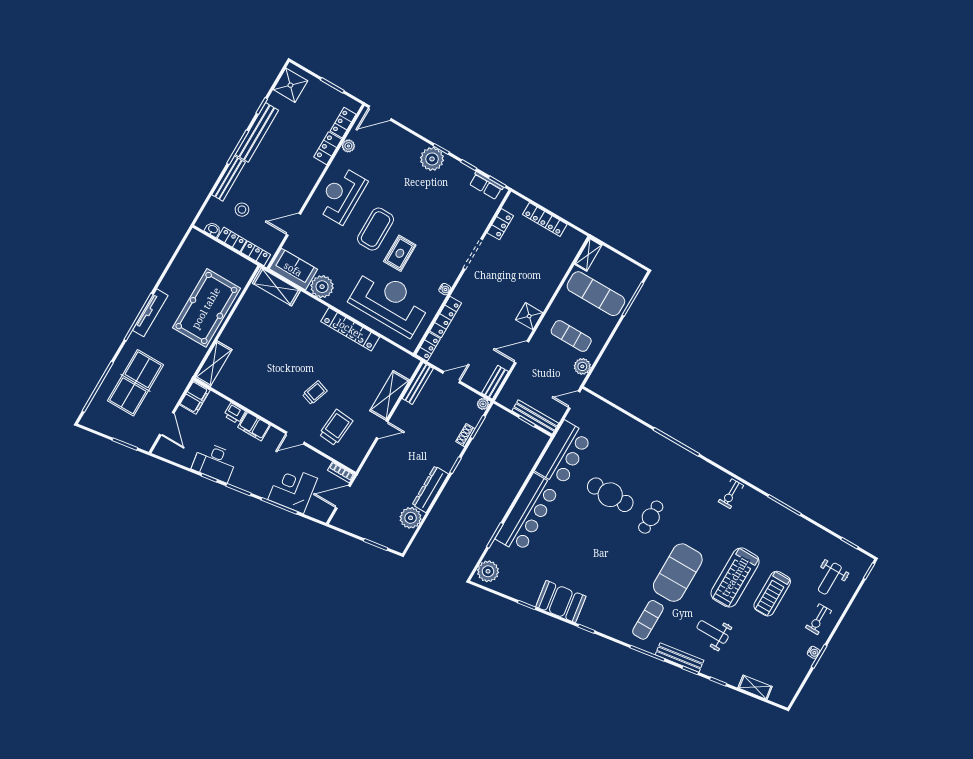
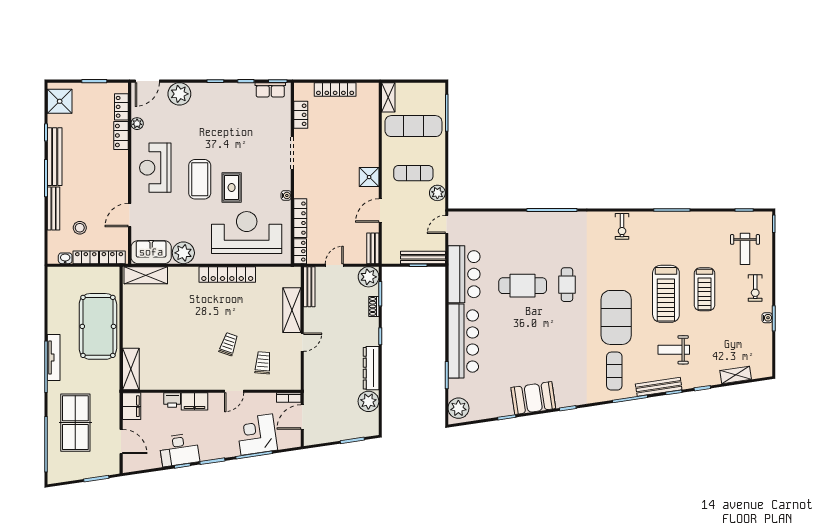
plant: (432, 159) -> (179, 94), moved
plant: (483, 404) -> (369, 277), width x1.87, depth x1.87
trolley: (336, 427) -> (263, 363), width x0.73, depth x0.72

